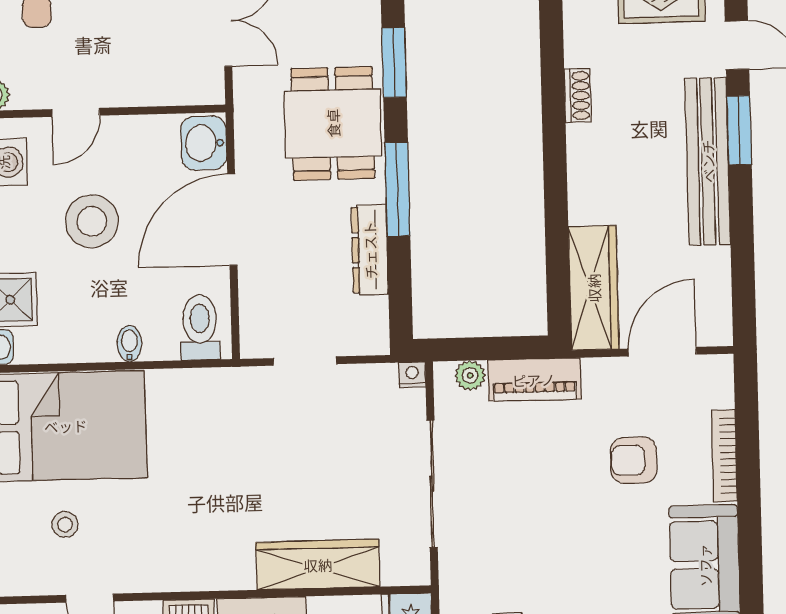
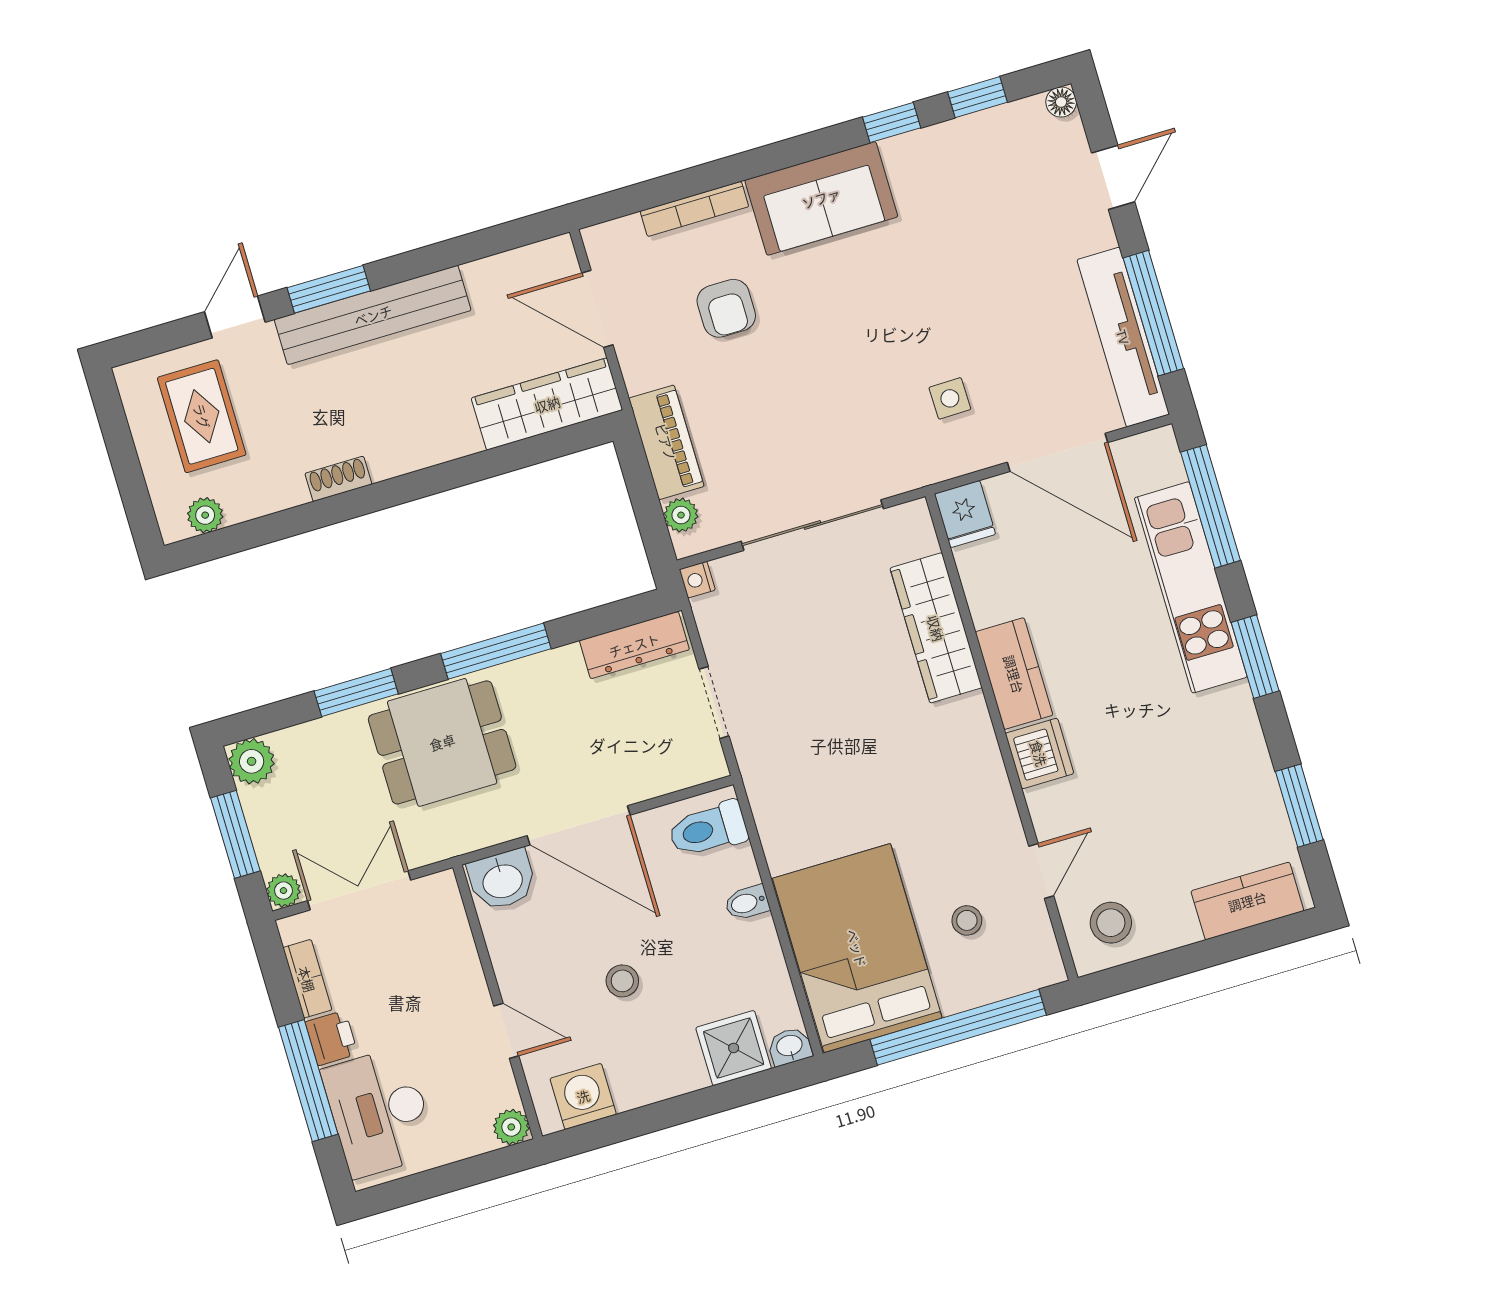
stool: (92, 221) -> (622, 981), width x0.53, depth x0.53
dresser: (370, 250) -> (634, 645), moved

